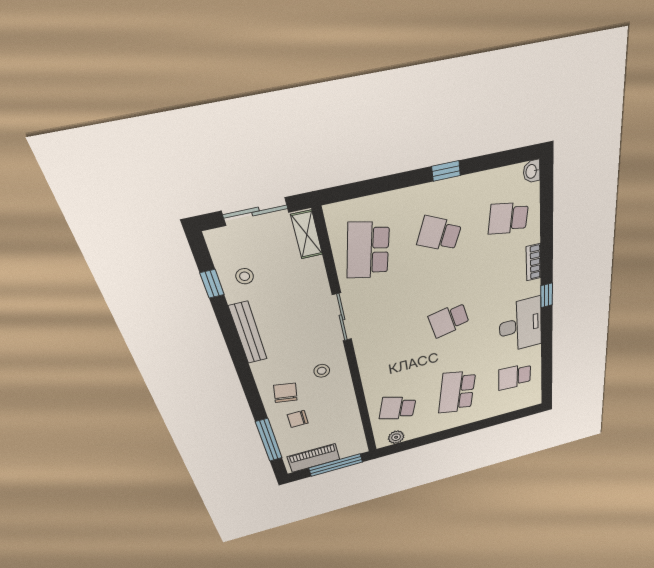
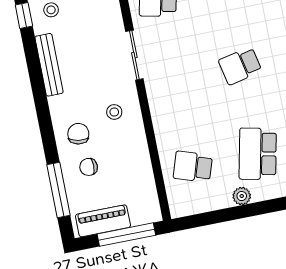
plant: (396, 437) -> (242, 196), moved

